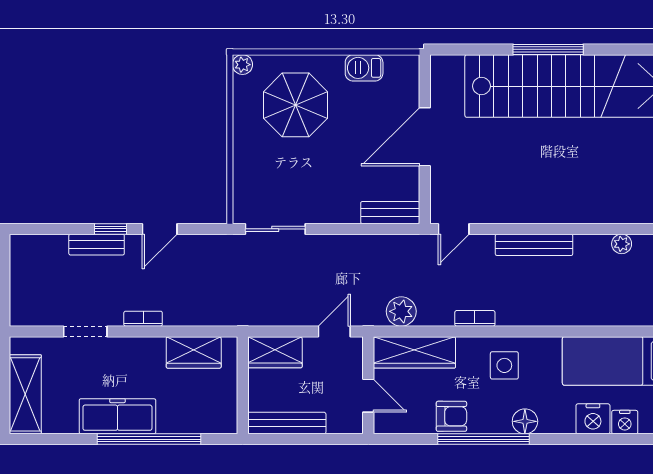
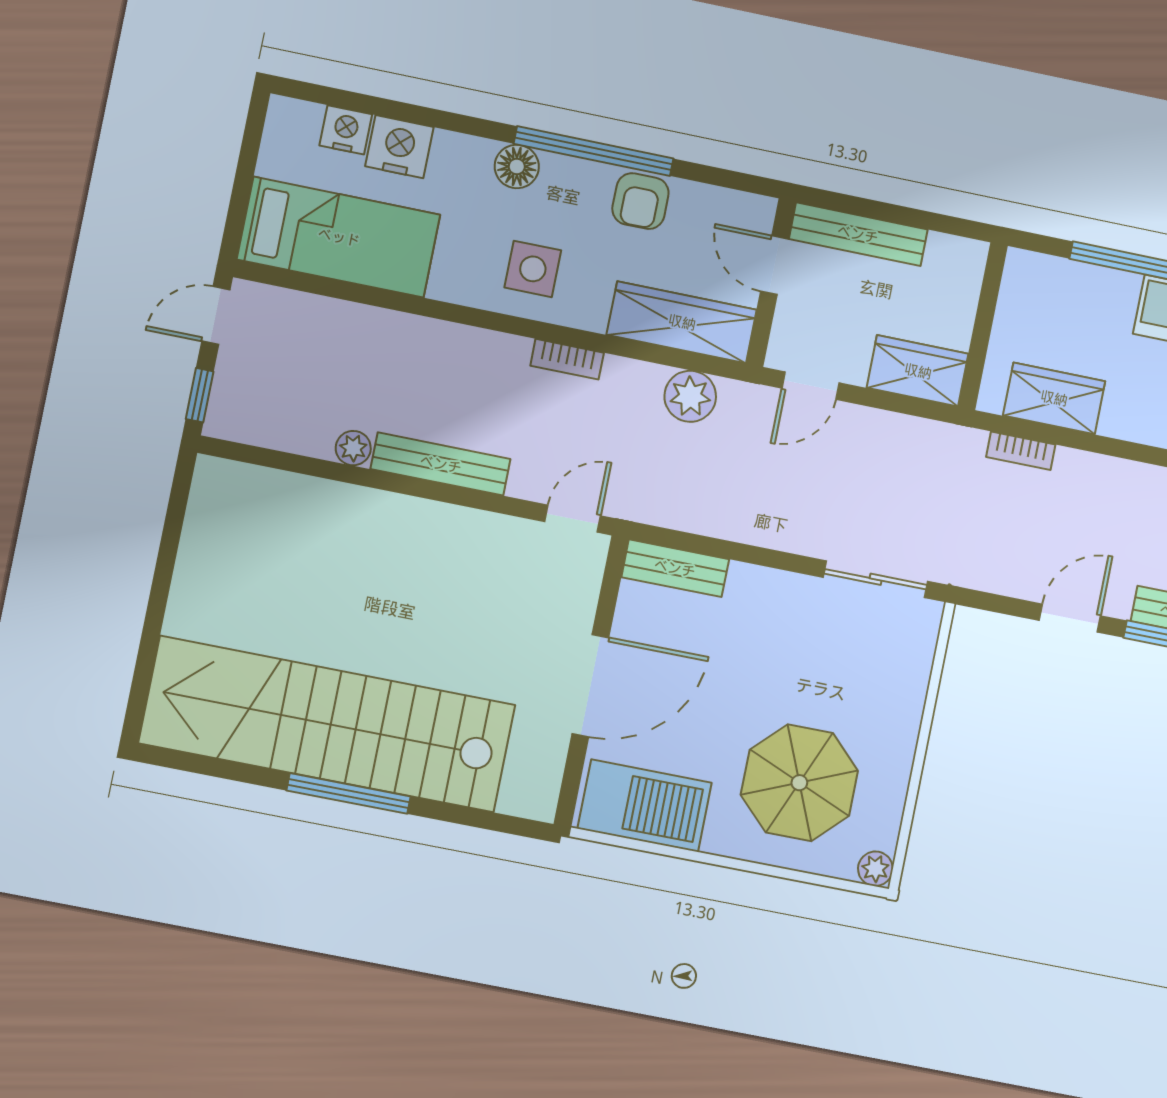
barbecue: (364, 68) -> (645, 806), width x1.88, depth x1.53
plant: (622, 244) -> (353, 448), moved
bookcase: (143, 319) -> (1021, 451), moved
armchair: (451, 416) -> (640, 201), turned -90
bench: (287, 423) -> (858, 234), moved

